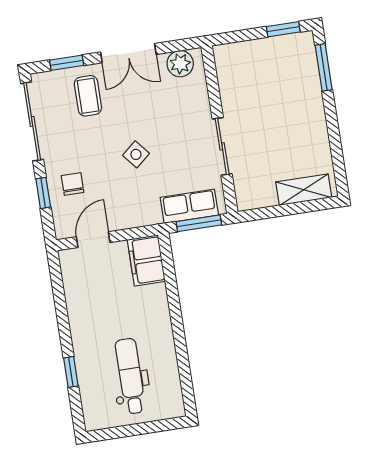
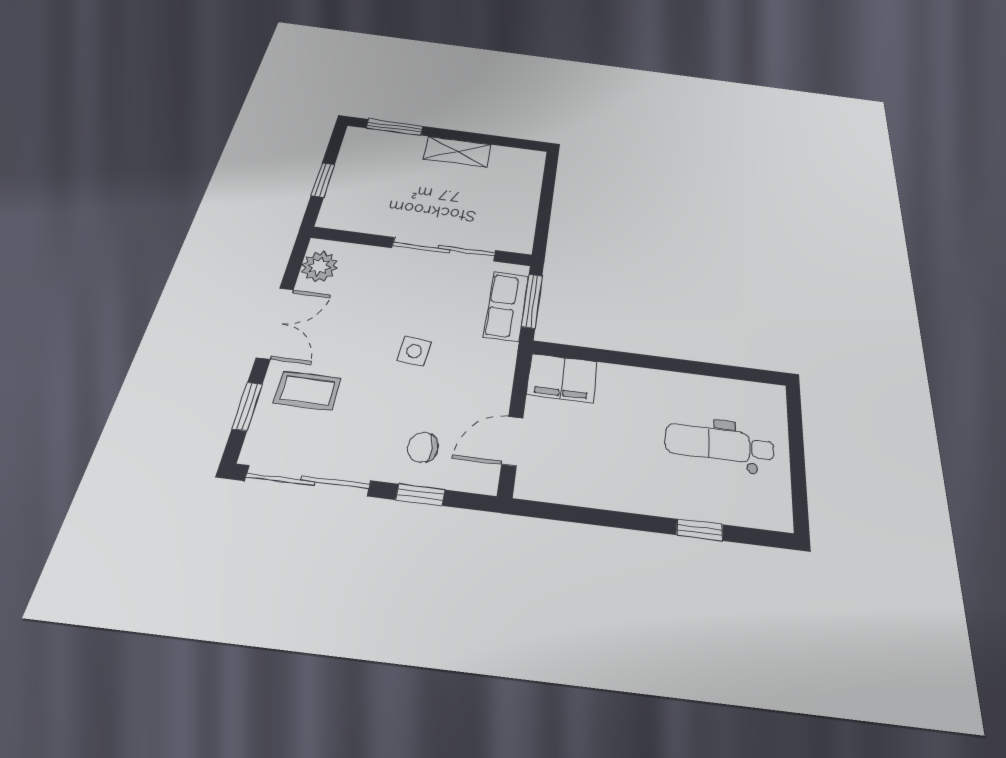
window: (283, 29) -> (323, 180), moved
sliding door: (222, 146) -> (444, 249), width x1.37
side table: (136, 154) -> (414, 351), turned 45
shelving: (304, 190) -> (457, 152), moved, turned 90
door: (93, 240) -> (512, 441), hinge flipped

